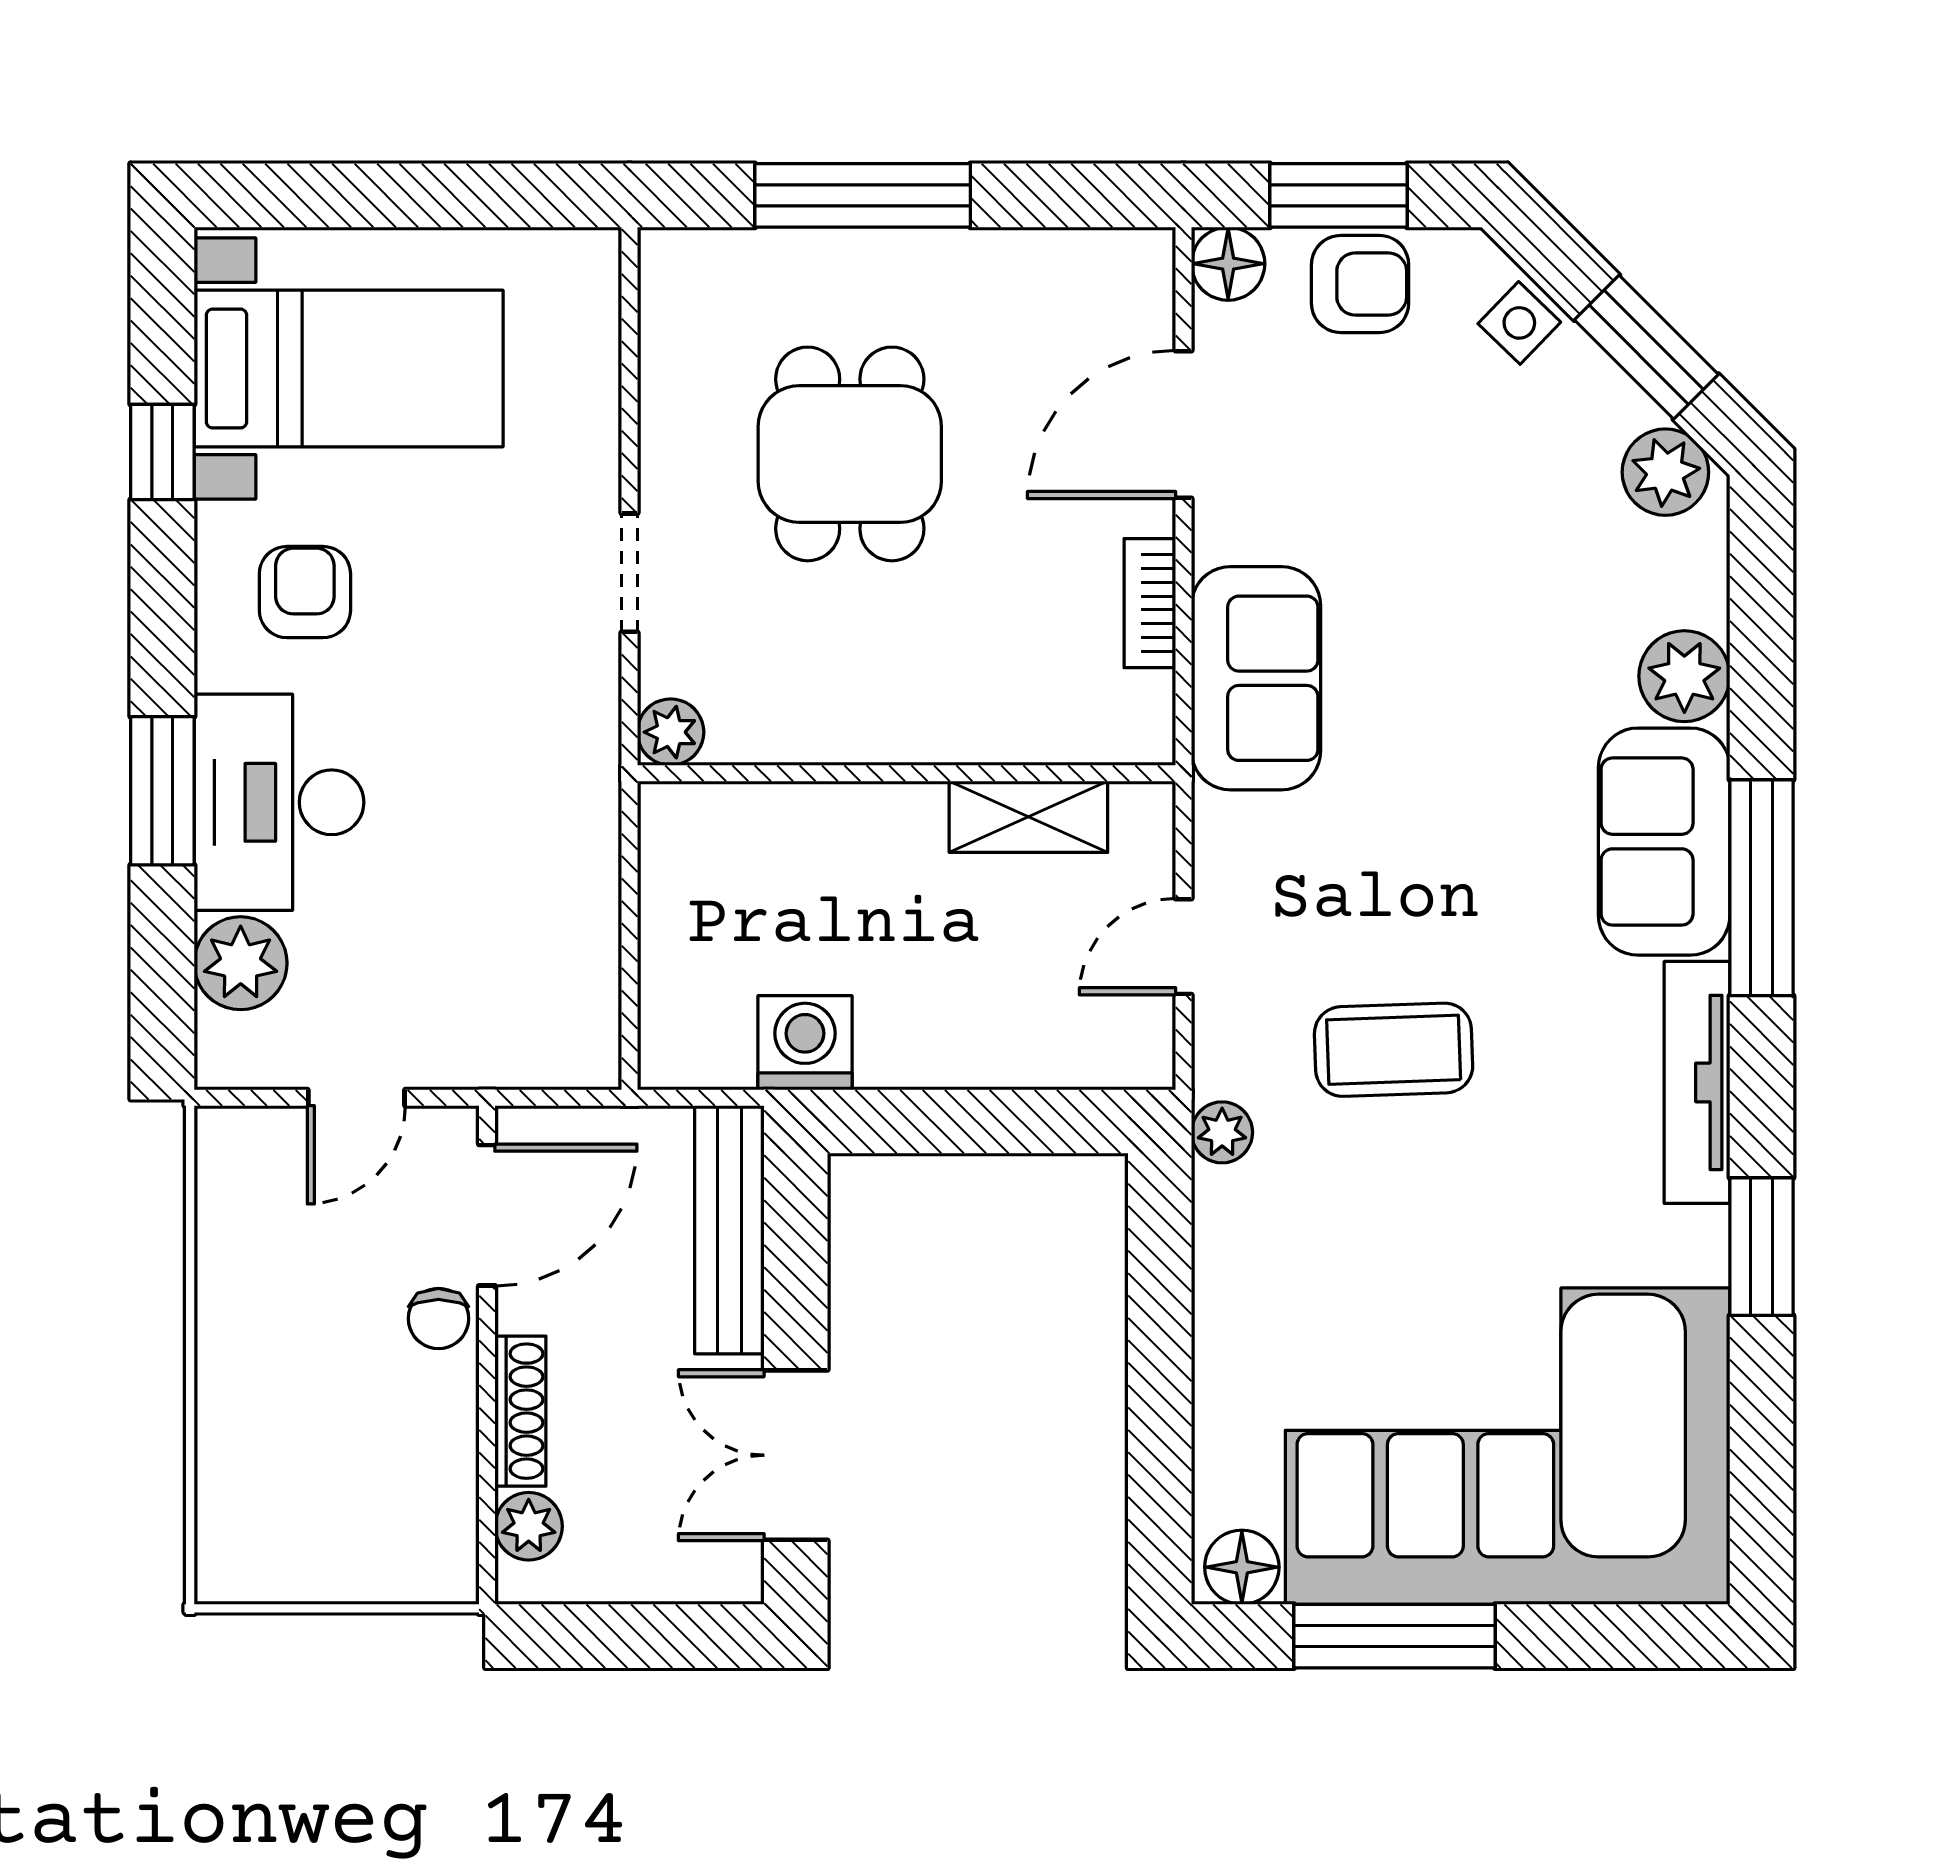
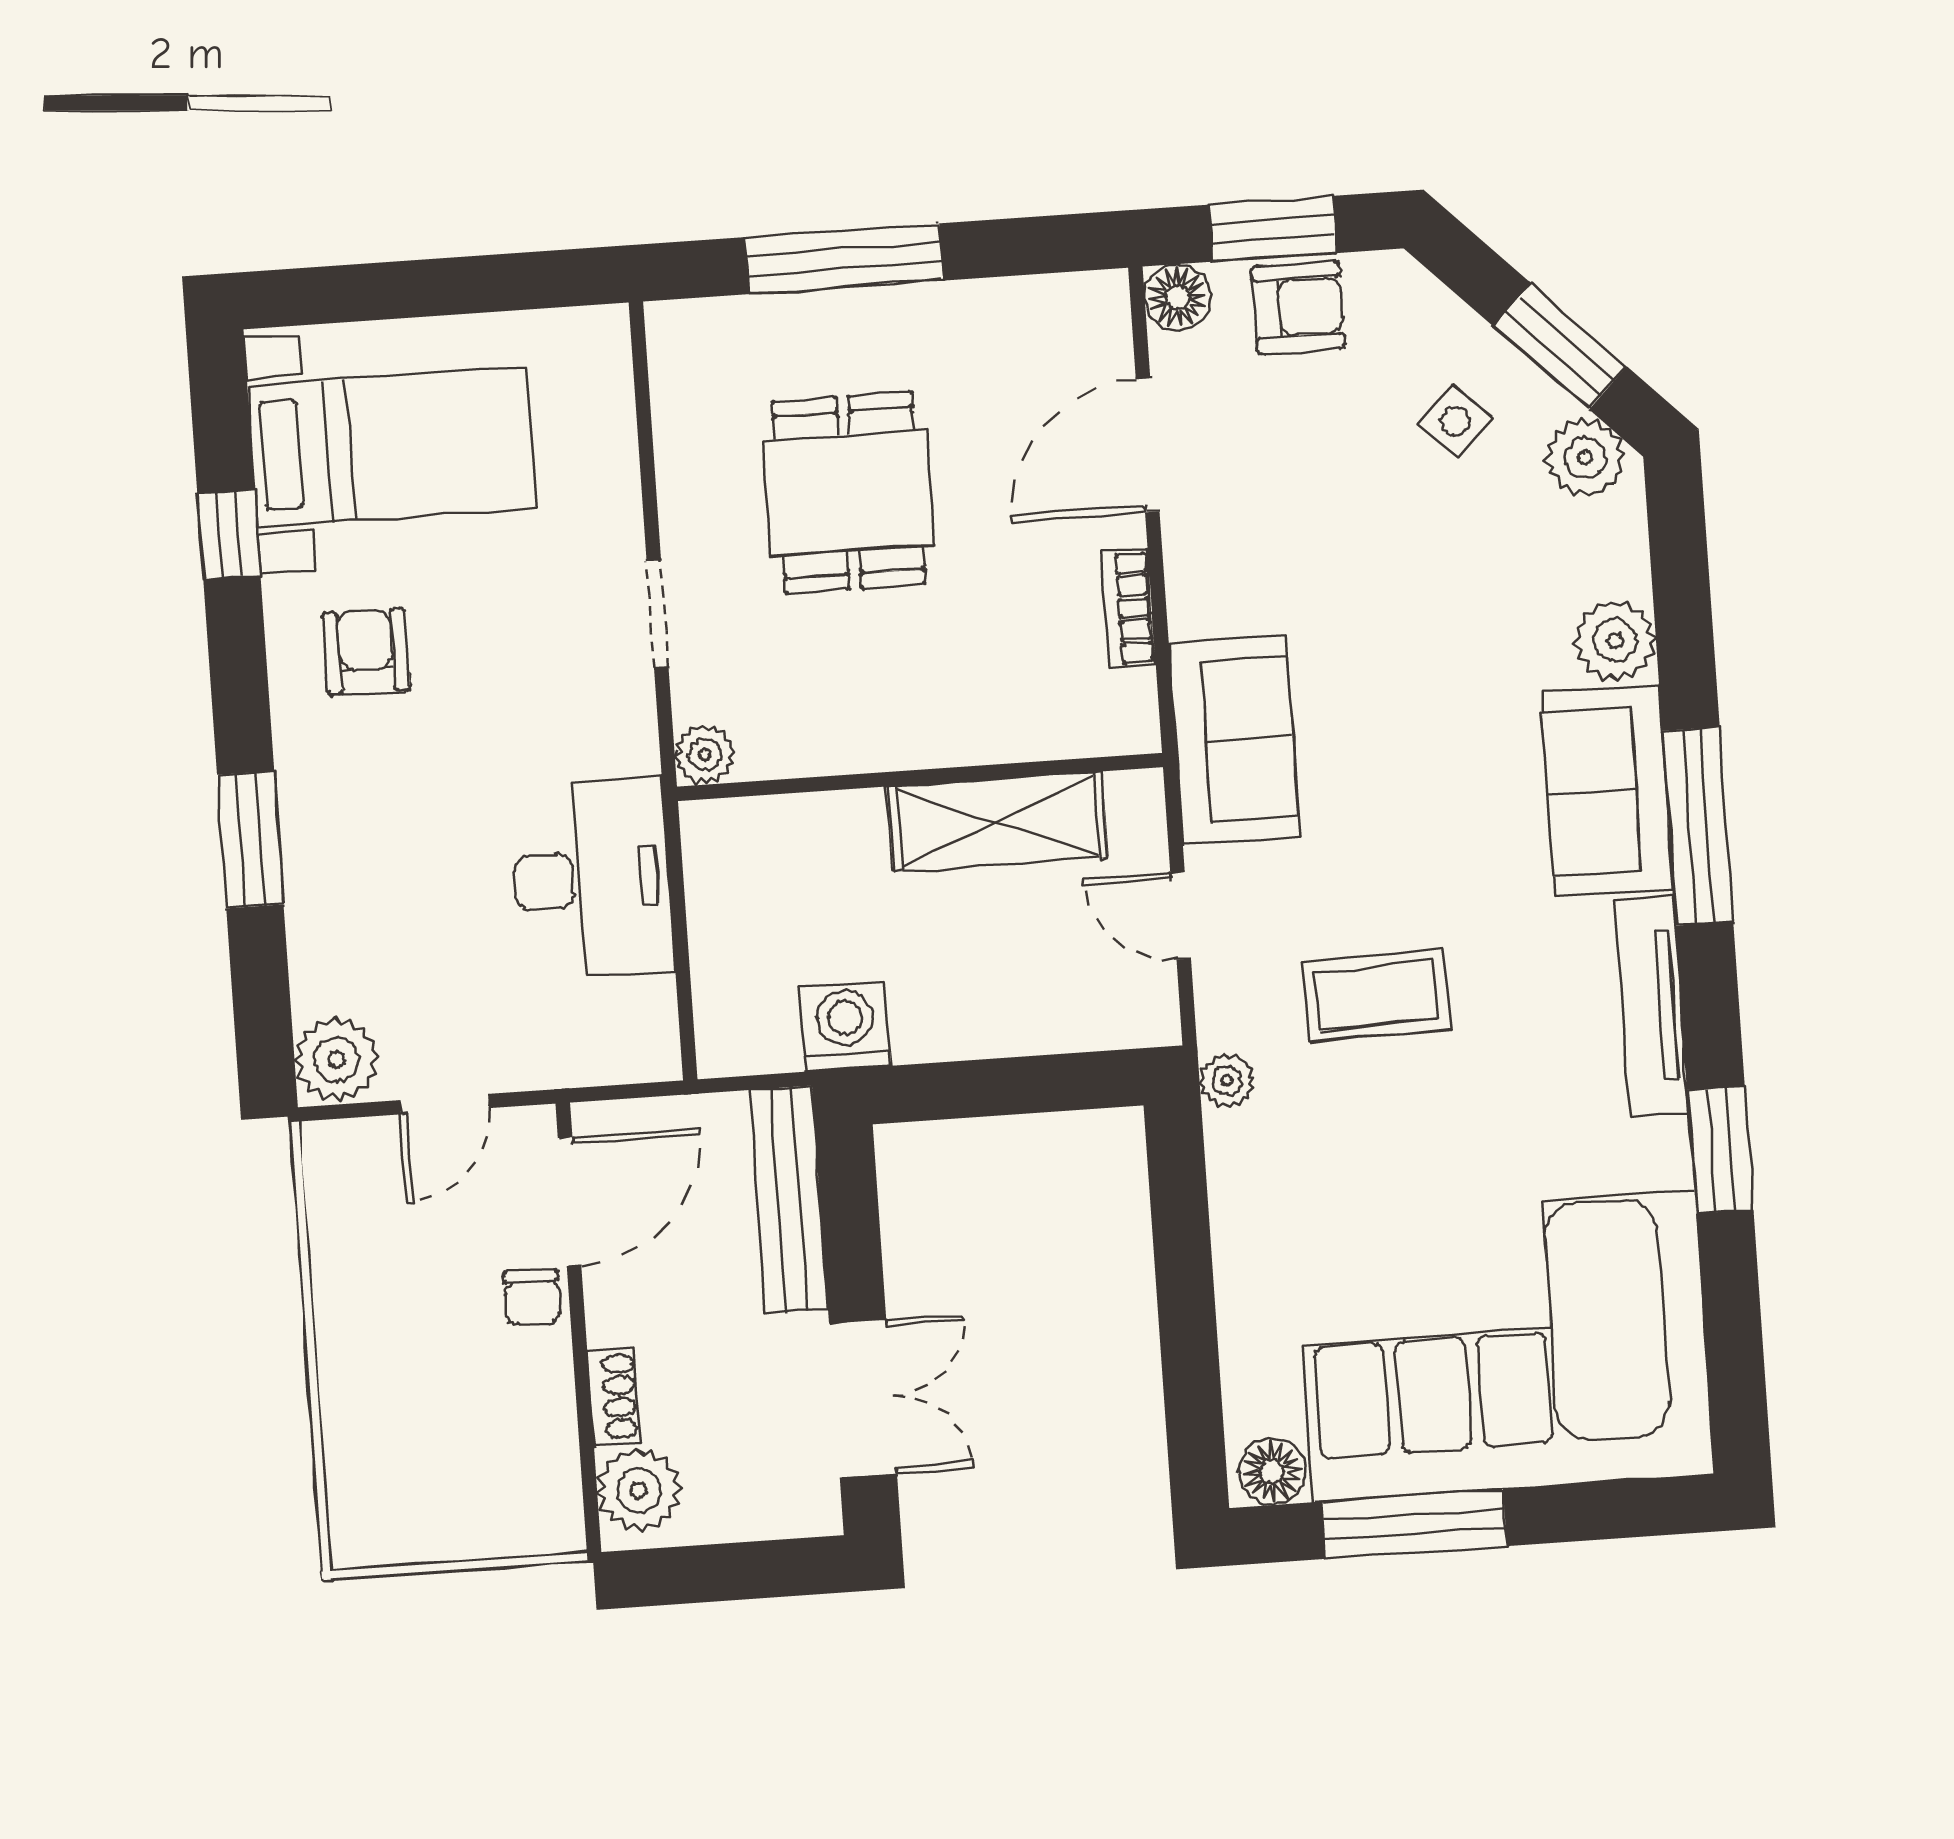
side table: (1519, 323) -> (1455, 421), moved
sofa: (1256, 678) -> (1234, 740), moved
desk: (279, 802) -> (592, 879), moved, turned 180
shelving: (1028, 817) -> (998, 822), width x1.50, depth x1.33
door: (1184, 947) -> (1181, 916), hinge flipped
plant: (241, 963) -> (336, 1059), moved
shoe rack: (520, 1411) -> (614, 1397), width x0.70
double door: (796, 1455) -> (863, 1399), swing flipped
plant: (529, 1526) -> (639, 1490), width x1.38, depth x1.38

